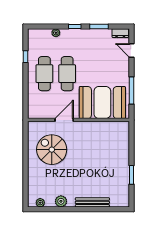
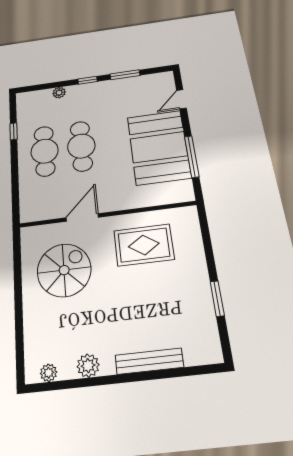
dresser: (120, 33) -> (159, 79), removed
door: (132, 51) -> (181, 99), hinge flipped
booth: (102, 103) -> (159, 147), moved, turned 90
rug: (97, 141) -> (144, 245), added
spiral stairs: (52, 150) -> (64, 270), turned 90

